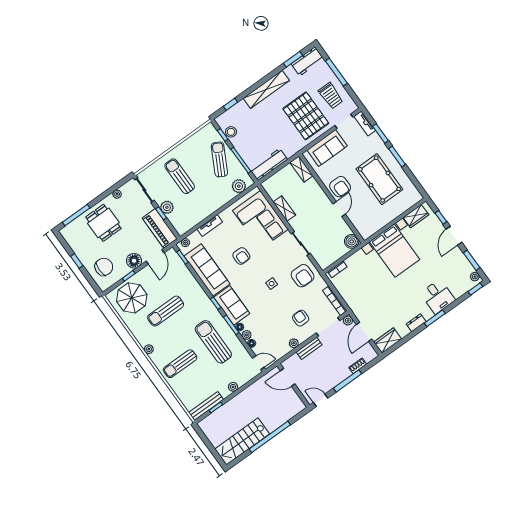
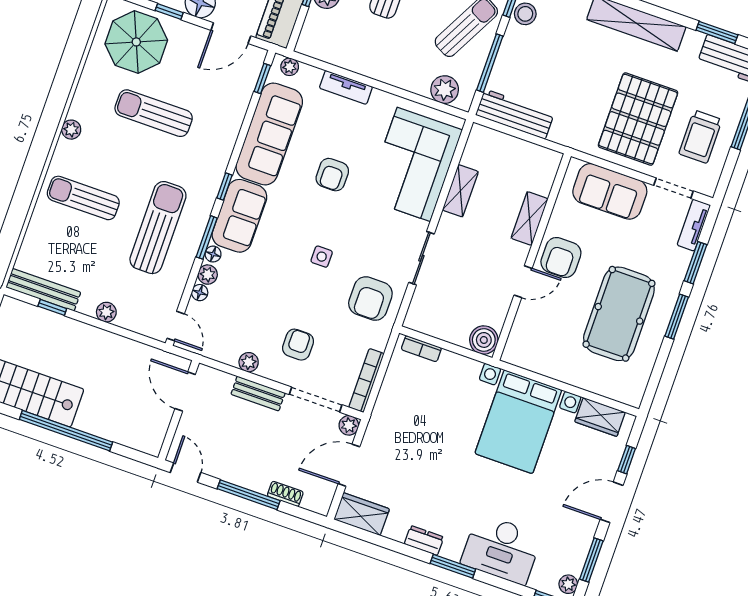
shelving: (301, 169) -> (530, 218), moved
desk: (438, 297) -> (501, 549), width x1.37

